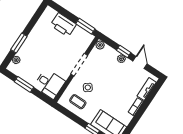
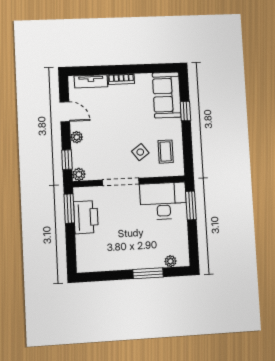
printer: (63, 25) -> (86, 217), moved
window: (124, 51) -> (67, 160), moved
door: (140, 62) -> (65, 112), swing flipped
window: (24, 84) -> (191, 205), moved
desk: (49, 84) -> (163, 201), width x1.37

